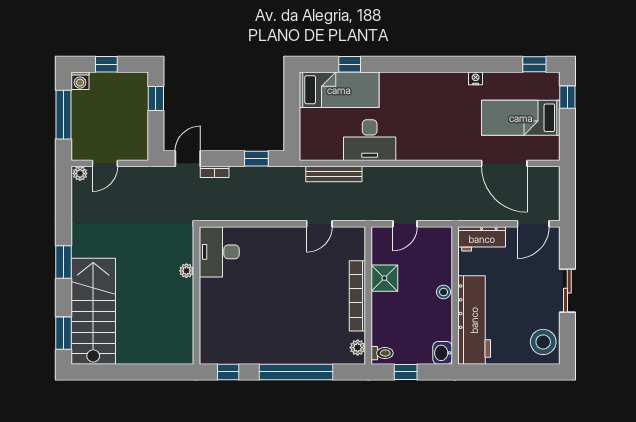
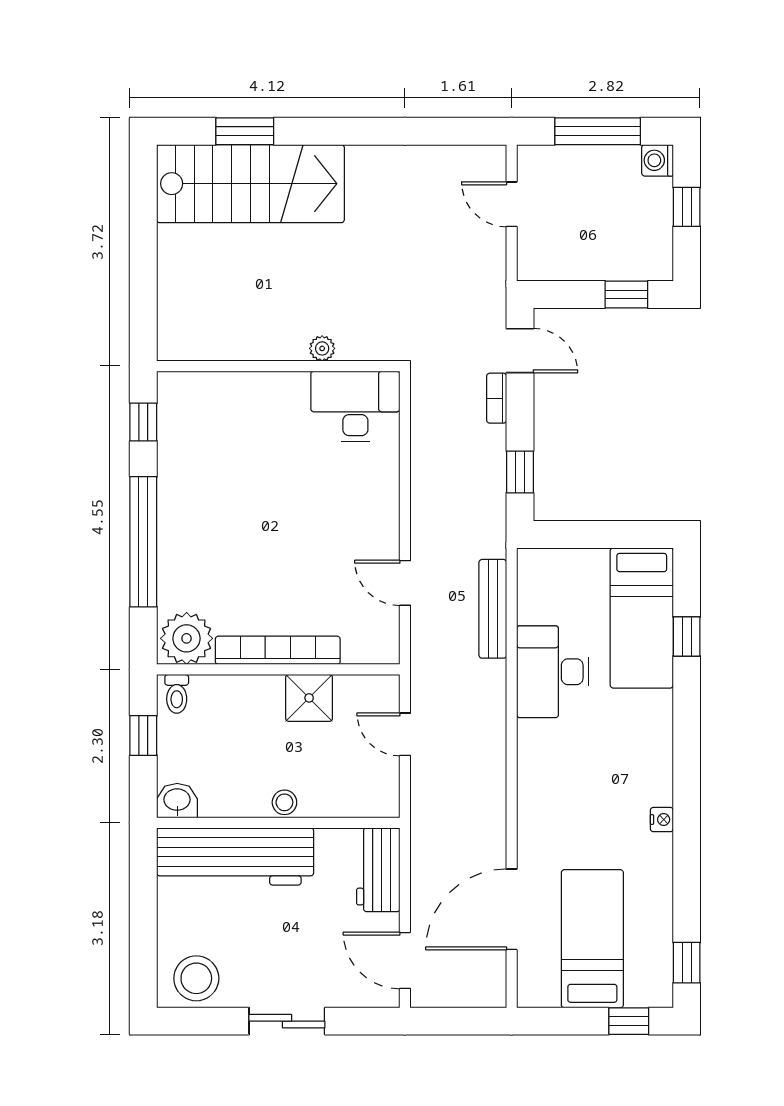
nightstand: (476, 78) -> (662, 820), moved
plant: (80, 173) -> (494, 160), removed
window: (63, 262) -> (337, 131), removed
window: (63, 333) -> (245, 131), moved
plant: (358, 348) -> (187, 638), width x1.88, depth x1.88

